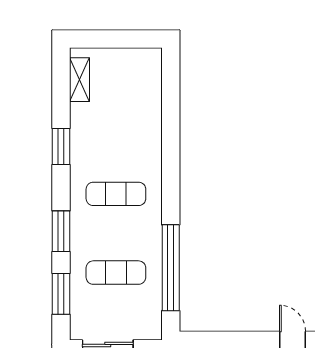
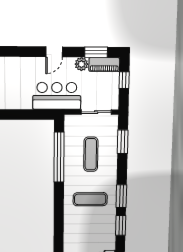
window: (61, 231) -> (121, 196), moved
exercise mat: (116, 273) -> (91, 154), turned 90

